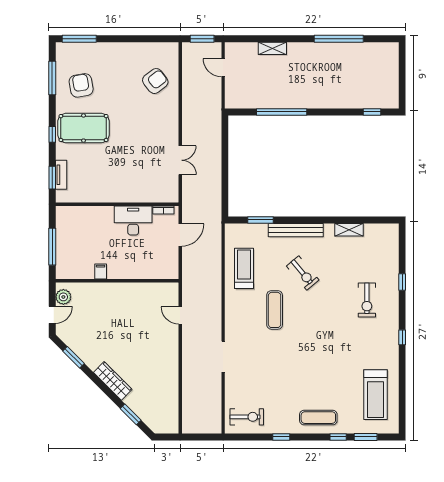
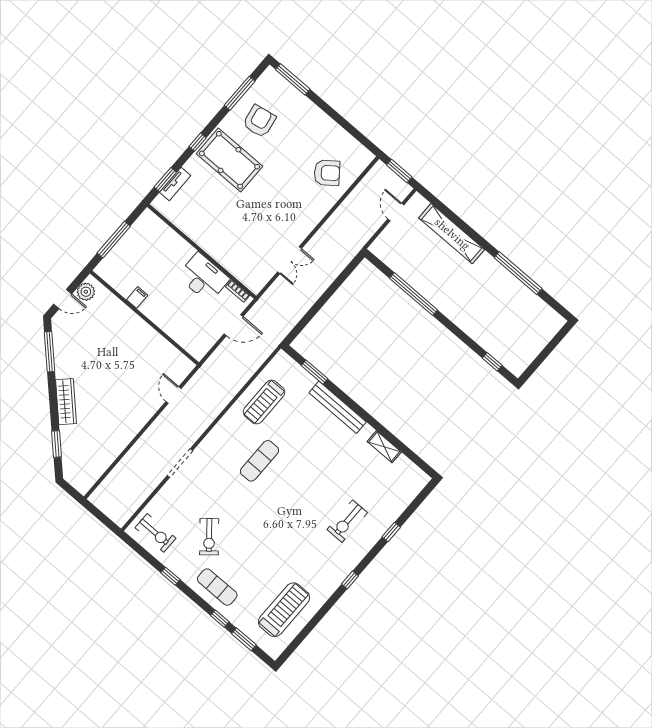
shelving: (272, 48) -> (452, 234), width x2.20, depth x1.33
treadmill: (244, 268) -> (264, 402), turned 180
exercise bike: (303, 273) -> (209, 537), moved
window: (74, 357) -> (50, 352), width x1.44
treadmill: (375, 395) -> (284, 610), turned 180

